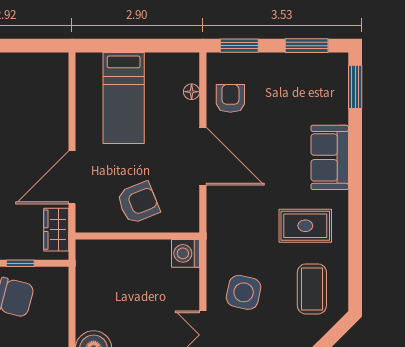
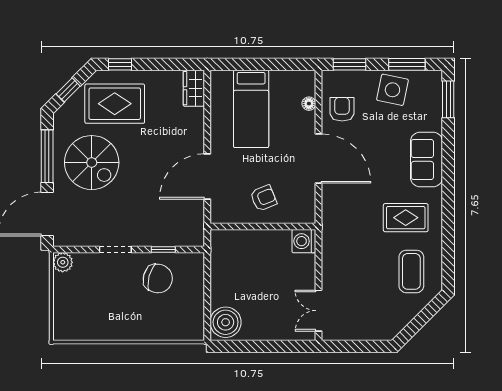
armchair: (138, 203) -> (264, 198), width x0.72, depth x0.72
wardrobe: (56, 230) -> (194, 88), moved
side table: (244, 292) -> (392, 90), moved

